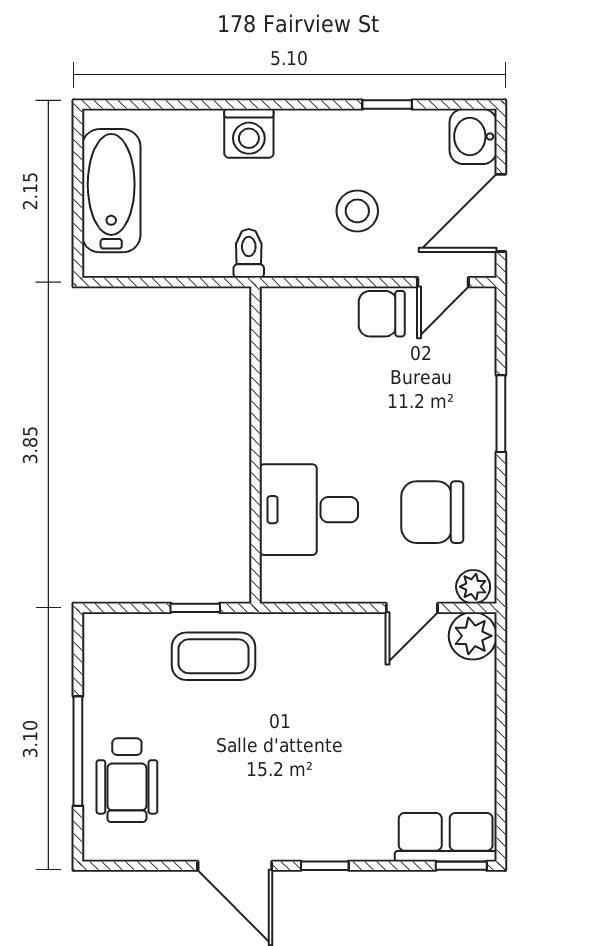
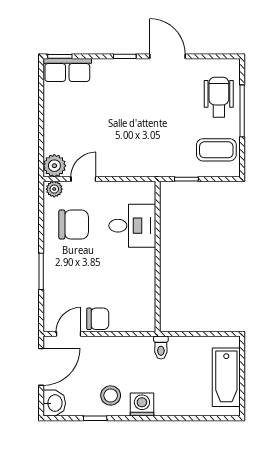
washing machine: (249, 133) -> (142, 405), moved
stool: (357, 211) -> (111, 395), moved
coffee table: (213, 656) -> (216, 150), moved

